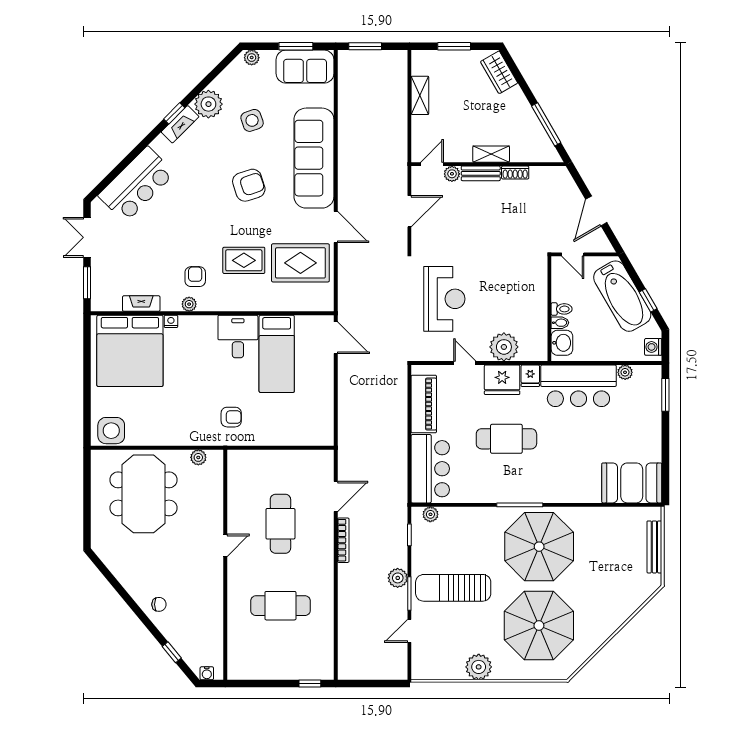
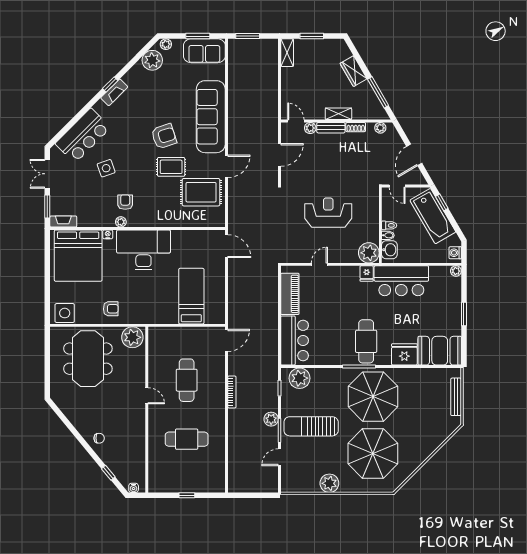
wardrobe: (499, 72) -> (354, 71), moved
shelving: (420, 95) -> (287, 53), moved
plant: (208, 104) -> (152, 60), moved
side table: (252, 120) -> (106, 168), moved
door: (432, 164) -> (296, 121), hinge flipped
plant: (549, 174) -> (380, 128), added
door: (336, 227) -> (226, 166), hinge flipped
rug: (244, 260) -> (171, 167), moved
reception desk: (444, 299) -> (328, 213), moved, turned -90
window: (648, 300) -> (442, 202), moved
fireplace: (141, 304) -> (63, 221), moved
desk: (238, 337) -> (143, 250), width x1.87, depth x1.30
plant: (504, 347) -> (369, 253), moved
bed: (277, 354) -> (191, 296), moved, turned 180
door: (465, 363) -> (319, 264), hinge flipped
plant: (625, 372) -> (456, 271), moved
fridge: (502, 380) -> (404, 354), moved, turned 180
window: (665, 395) -> (464, 314), moved
armchair: (231, 417) -> (111, 309), moved
cafe table: (506, 439) -> (366, 341), moved, turned 90
plant: (198, 457) -> (132, 337), width x1.88, depth x1.88
door: (336, 496) -> (226, 340), moved
plant: (430, 514) -> (300, 378), width x1.88, depth x1.88
door: (225, 545) -> (147, 396), hinge flipped
window: (310, 684) -> (187, 495), moved

